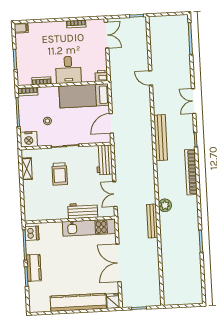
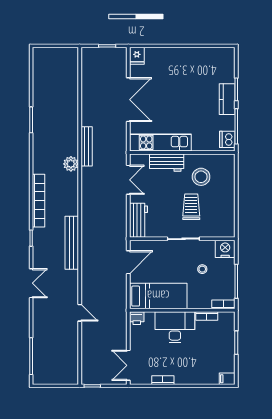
desk: (68, 70) -> (175, 327), width x1.37
shelving: (27, 169) -> (229, 215), removed
stool: (53, 200) -> (201, 177), added
kitchen counter: (78, 302) -> (177, 56), removed

